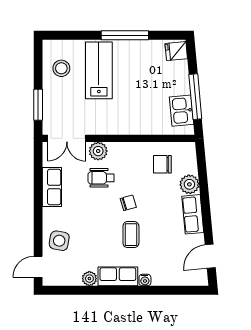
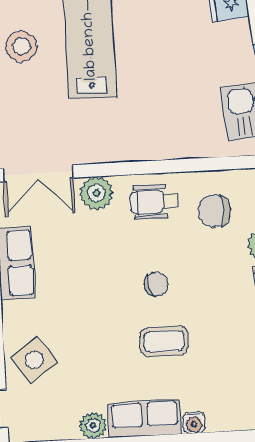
wheelchair: (101, 178) -> (154, 202), moved
coffee table: (131, 235) -> (164, 341), turned 90
side table: (59, 241) -> (34, 360), turned 45

